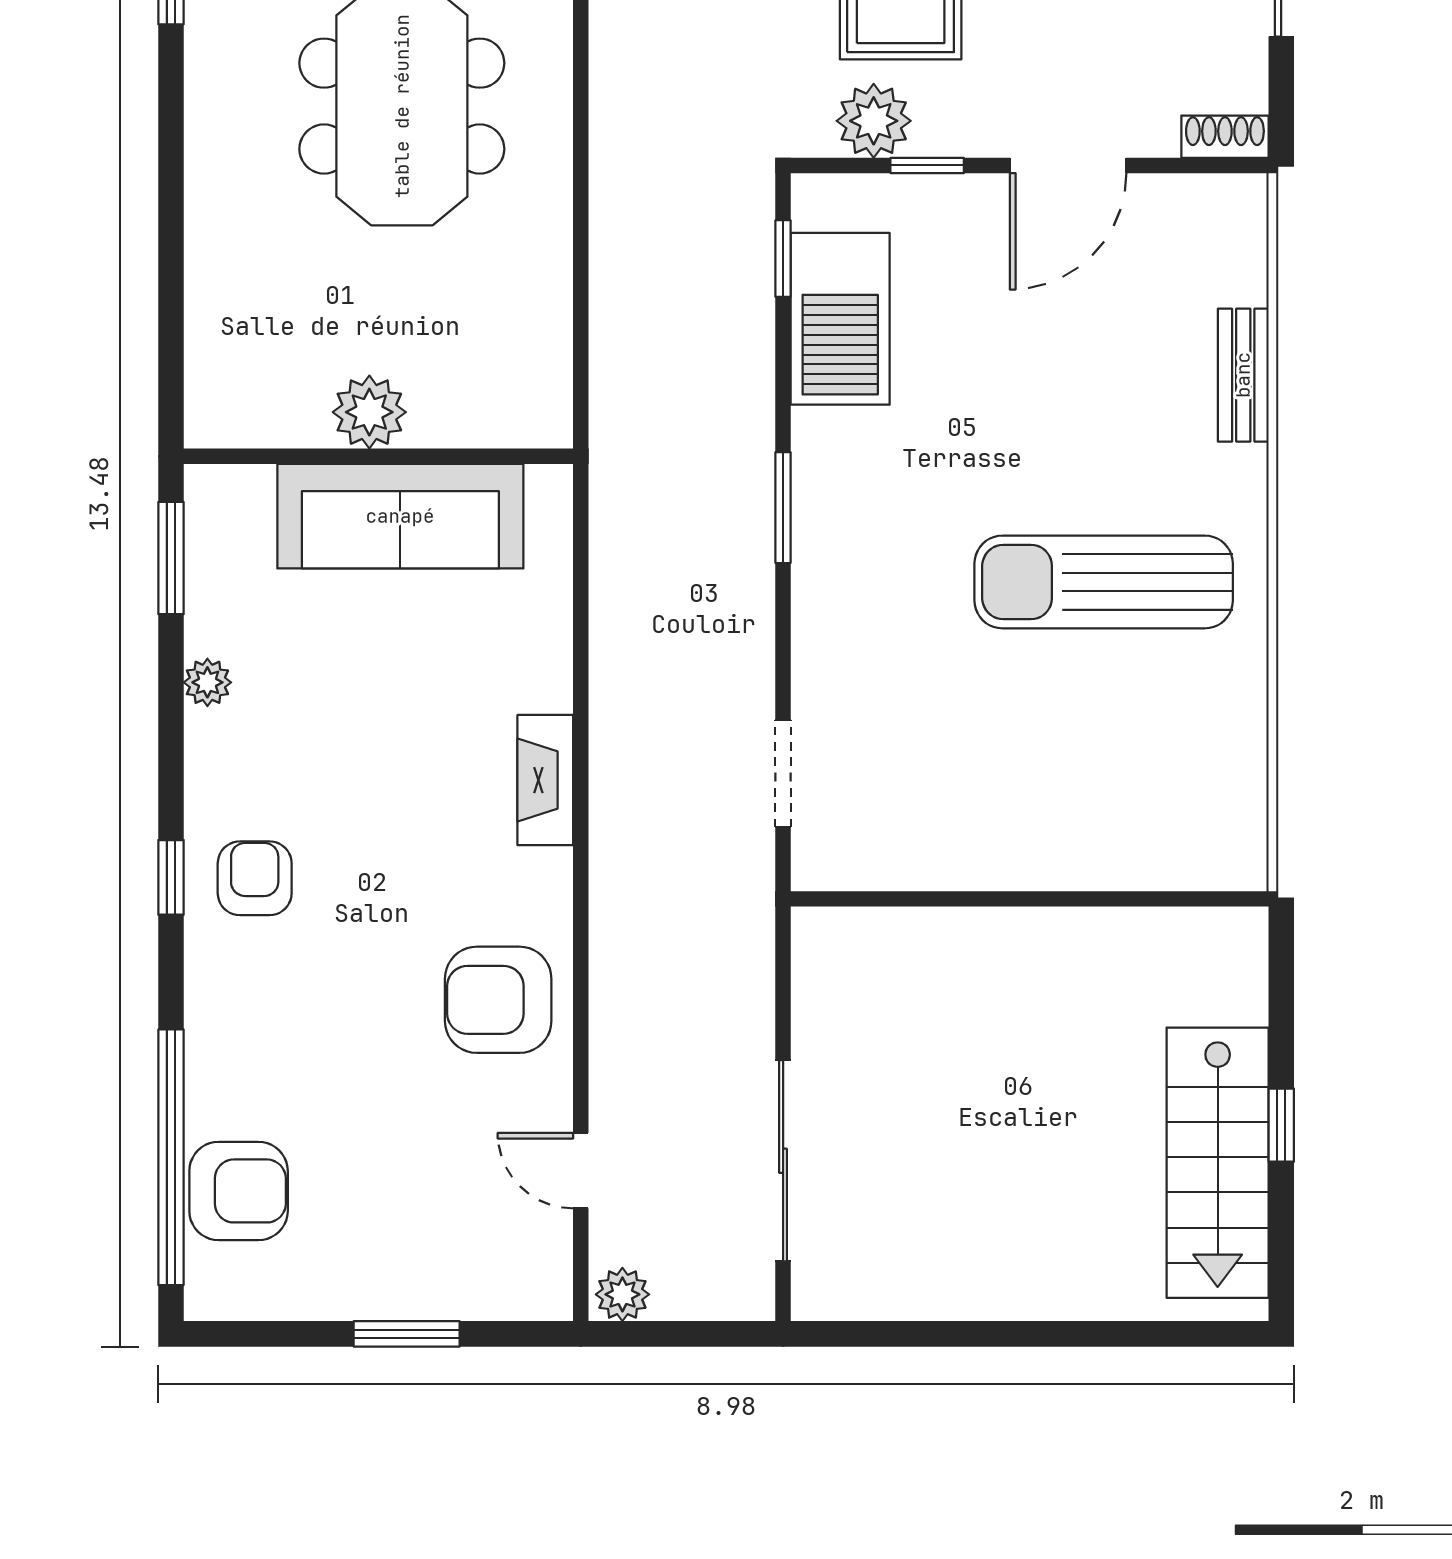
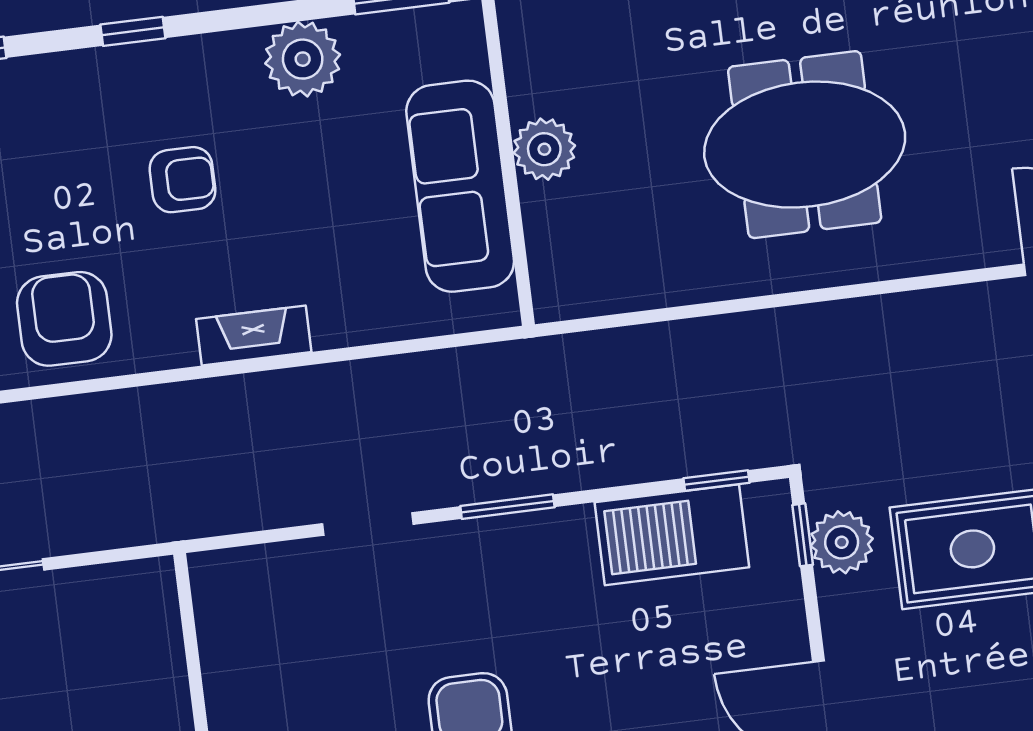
window: (927, 165) -> (803, 535), moved
plant: (207, 682) -> (303, 59), width x1.88, depth x1.88
doorway: (783, 774) -> (368, 524), moved
armchair: (255, 878) -> (182, 180), moved

